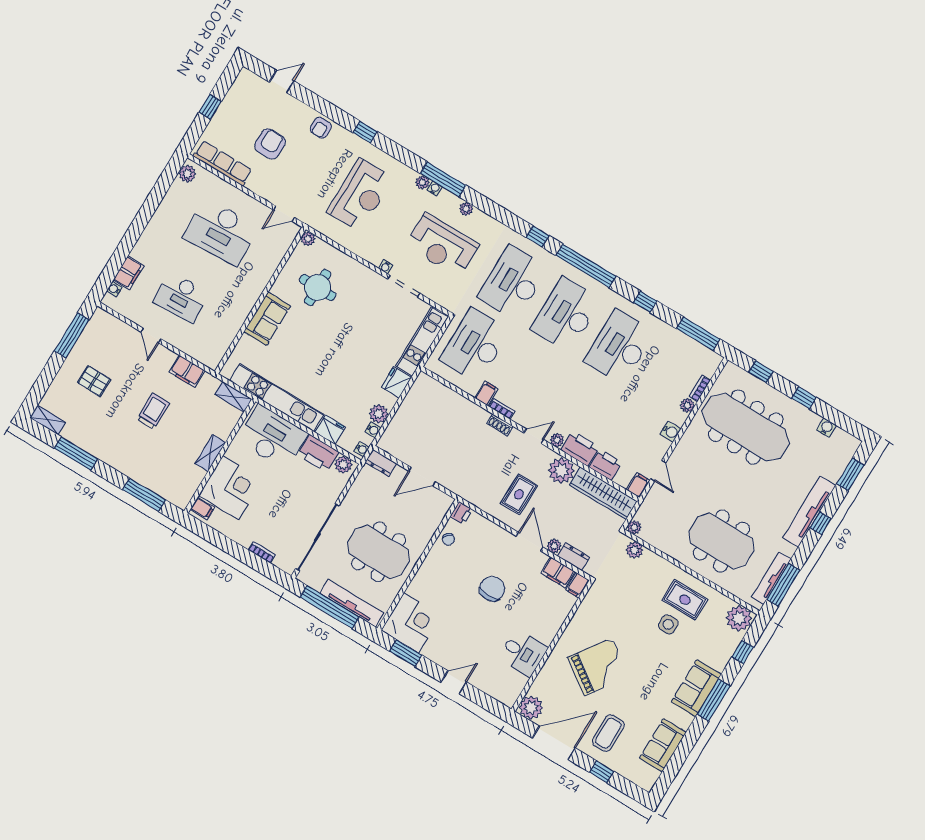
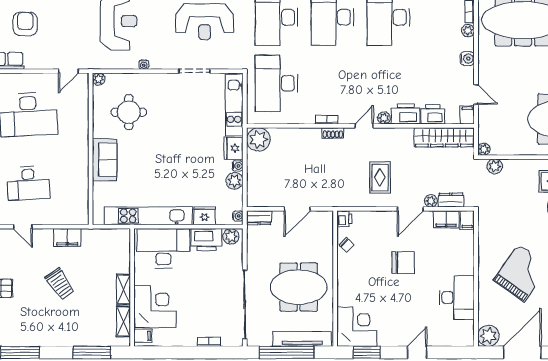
water cooler: (386, 267) -> (144, 65), moved
filing cabinet: (486, 393) -> (308, 115), removed
shelving: (233, 397) -> (123, 321), moved, turned 90
trolley: (153, 411) -> (60, 284), turned 145
water cooler: (373, 430) -> (238, 166), moved
plant: (561, 471) -> (258, 139), moved
door: (530, 542) -> (410, 209), swing flipped
chair: (492, 589) -> (403, 263), turned 90
desk: (523, 653) -> (457, 298), width x1.37

